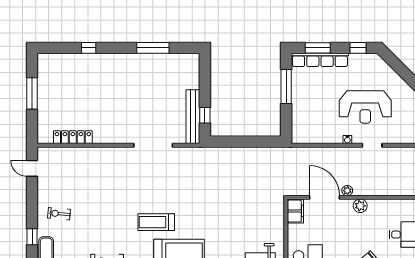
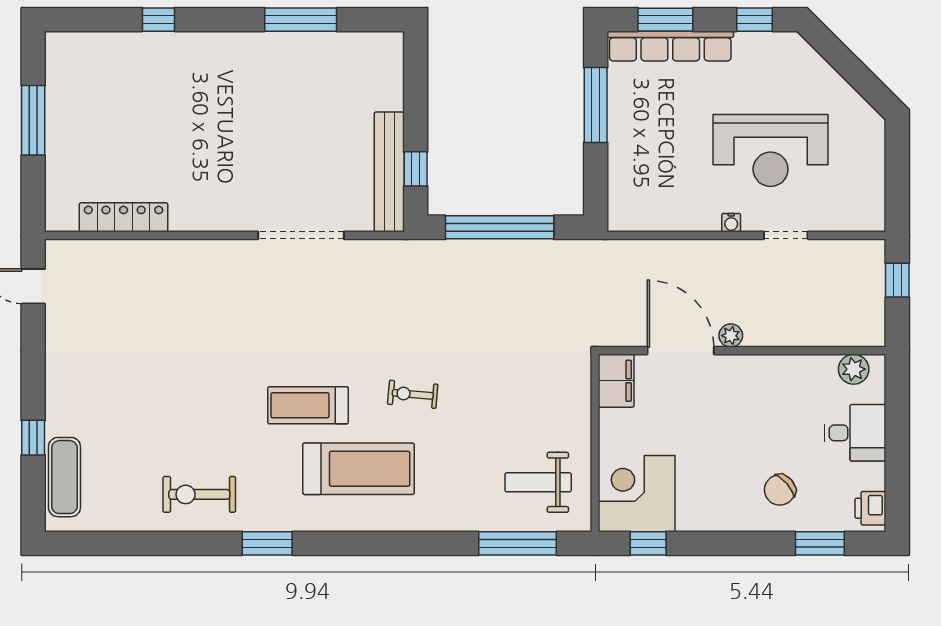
window: (243, 142) -> (500, 227), added
plant: (360, 206) -> (854, 369), moved
exercise bike: (59, 214) -> (413, 394), moved

